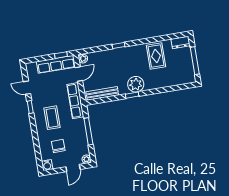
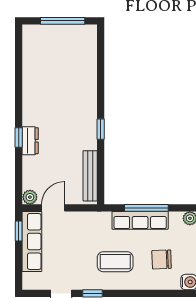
dresser: (181, 42) -> (30, 141), moved
rug: (156, 56) -> (45, 81), removed
door: (79, 74) -> (53, 208), hinge flipped
plant: (136, 84) -> (85, 121), removed
row of seats: (75, 101) -> (140, 220), moved

